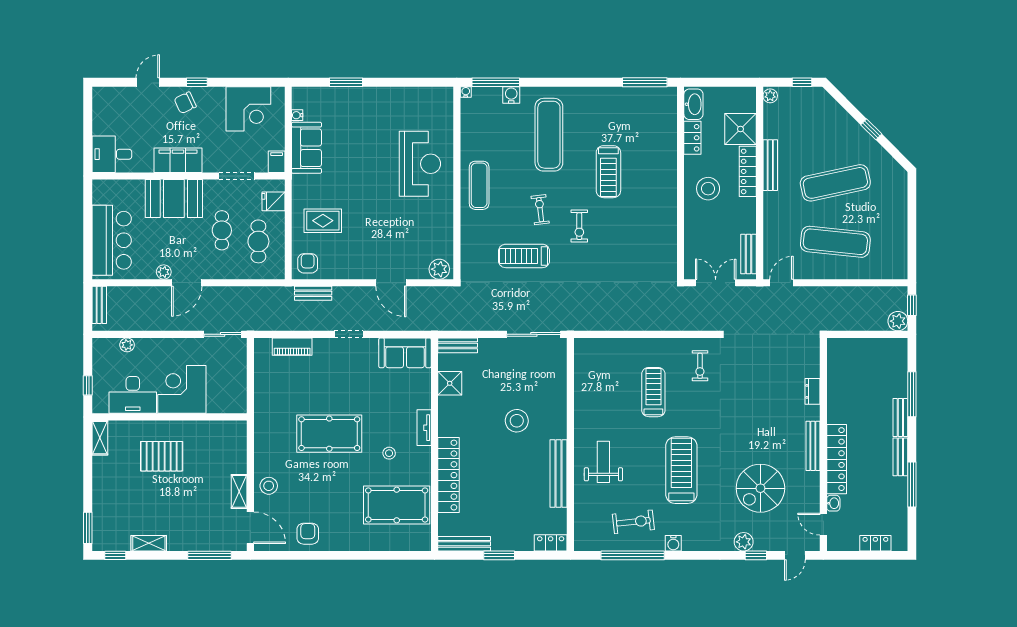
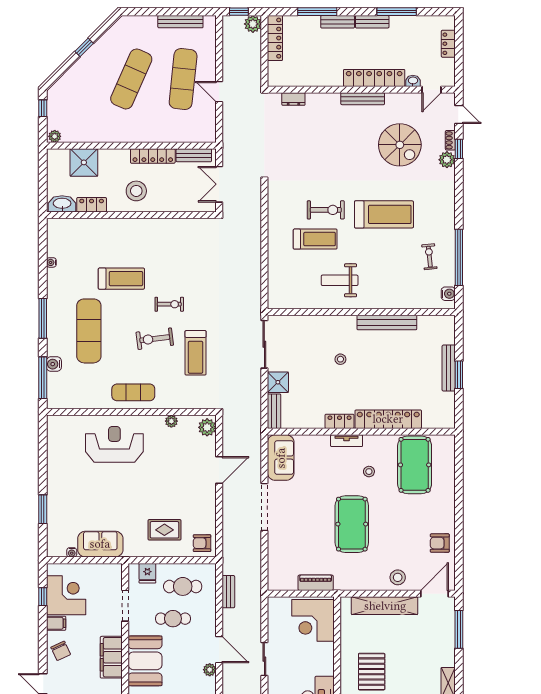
window: (197, 82) -> (43, 597), moved
window: (645, 82) -> (43, 318), moved
water cooler: (466, 92) -> (51, 262), moved
exercise mat: (549, 135) -> (89, 331), turned 90
filing cabinet: (277, 162) -> (56, 623), moved, turned 180
bench: (770, 165) -> (180, 22), moved
locker: (748, 171) -> (153, 156), moved
exercise mat: (835, 183) -> (131, 79), turned 36
exercise bike: (540, 210) -> (155, 339), width x1.38, depth x1.39
rug: (323, 221) -> (164, 530), turned 90
plant: (446, 229) -> (171, 421), added
door: (781, 283) -> (219, 92), moved
bench: (313, 293) -> (228, 592), moved
sliding door: (223, 334) -> (264, 659), moved
doorway: (349, 334) -> (264, 507), width x1.87
locker: (882, 346) -> (275, 38), added
piano: (292, 347) -> (316, 583), moved, turned -90
exercise bike: (700, 366) -> (326, 210), moved, width x1.38, depth x1.39
shower: (450, 383) -> (278, 382), moved
corner desk: (182, 389) -> (313, 620), moved
dresser: (813, 391) -> (293, 99), moved
treadmill: (653, 392) -> (315, 239), turned 180
stool: (517, 421) -> (340, 359), width x0.53, depth x0.53
weight bench: (603, 462) -> (340, 280), moved
treadmill: (681, 470) -> (384, 214), turned 180
shelving: (239, 491) -> (385, 606), width x2.20, depth x1.33
exercise bike: (633, 522) -> (429, 257), width x0.73, depth x0.72
locker: (551, 543) -> (340, 421), moved, turned 90
water cooler: (673, 543) -> (448, 294), moved
bench: (464, 544) -> (449, 368), moved
shoe rack: (766, 546) -> (450, 140), added

